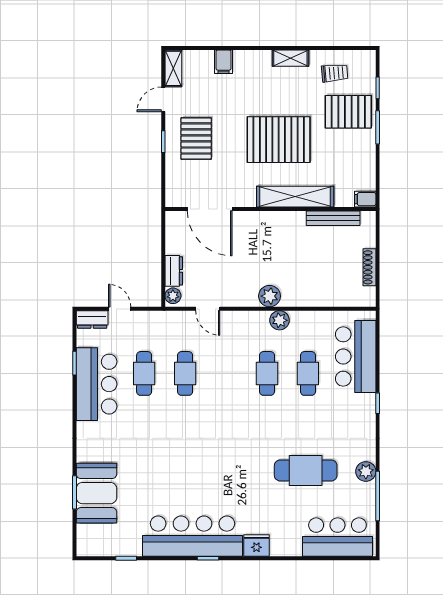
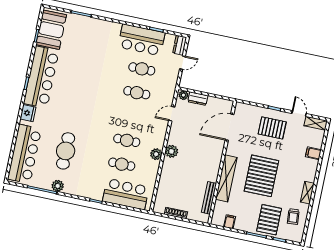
filing cabinet: (365, 199) -> (230, 222), moved
booth: (96, 493) -> (51, 30), moved, turned 90
bar counter: (337, 537) -> (24, 154), width x1.36

